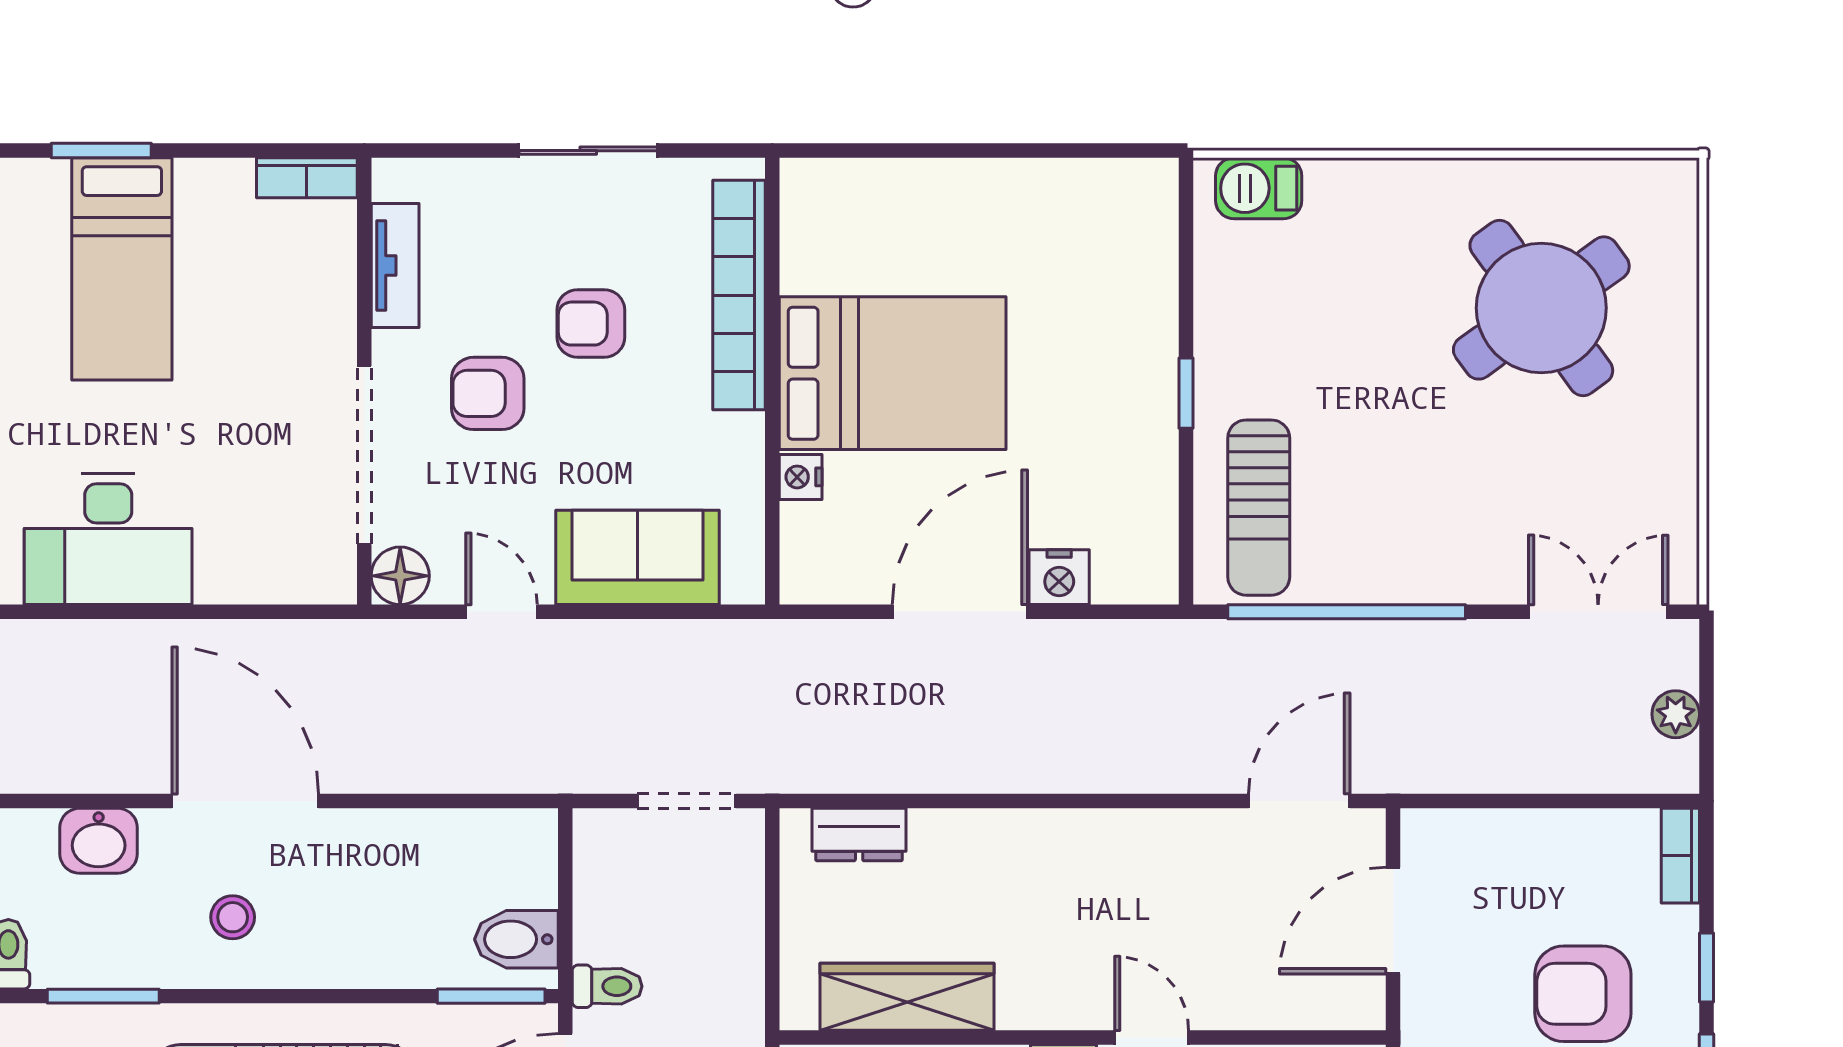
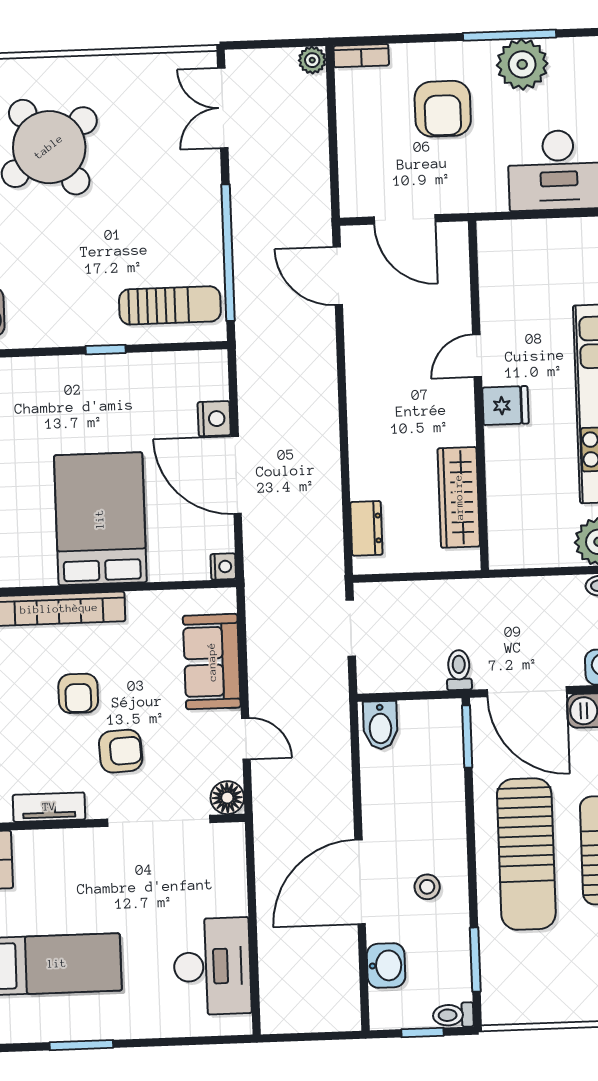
armchair: (488, 393) -> (121, 751), turned -93
nightstand: (801, 477) -> (223, 567), moved, turned -90
door: (501, 612) -> (246, 739), swing flipped
plant: (1676, 714) -> (312, 60), moved
bidet: (516, 939) -> (380, 725), moved
window: (1706, 968) -> (425, 38), removed

